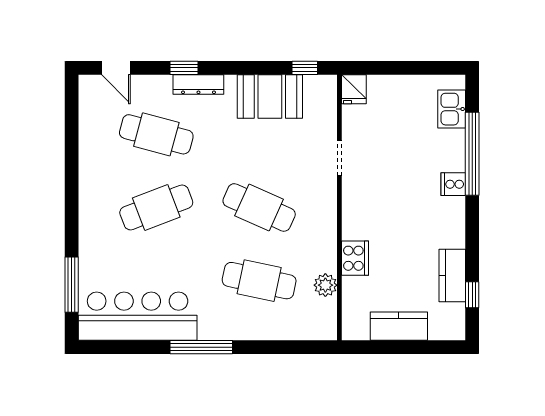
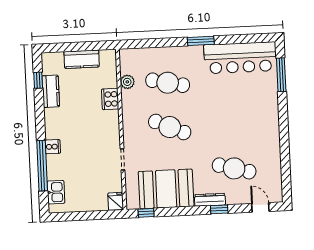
booth: (270, 97) -> (166, 189), width x1.36, depth x1.42
cafe table: (156, 207) -> (232, 124), removed
window: (201, 347) -> (201, 41), width x0.69

